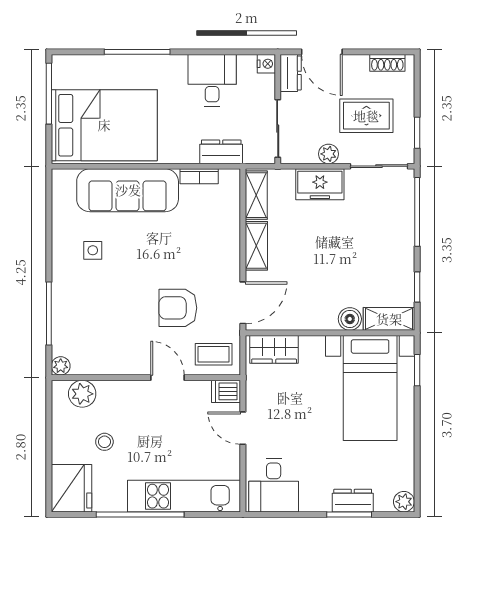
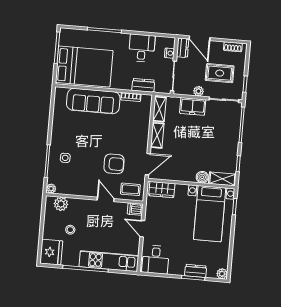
nightstand: (266, 64) -> (169, 53), moved
side table: (93, 250) -> (65, 158), moved
armchair: (178, 308) -> (114, 164), turned 180

